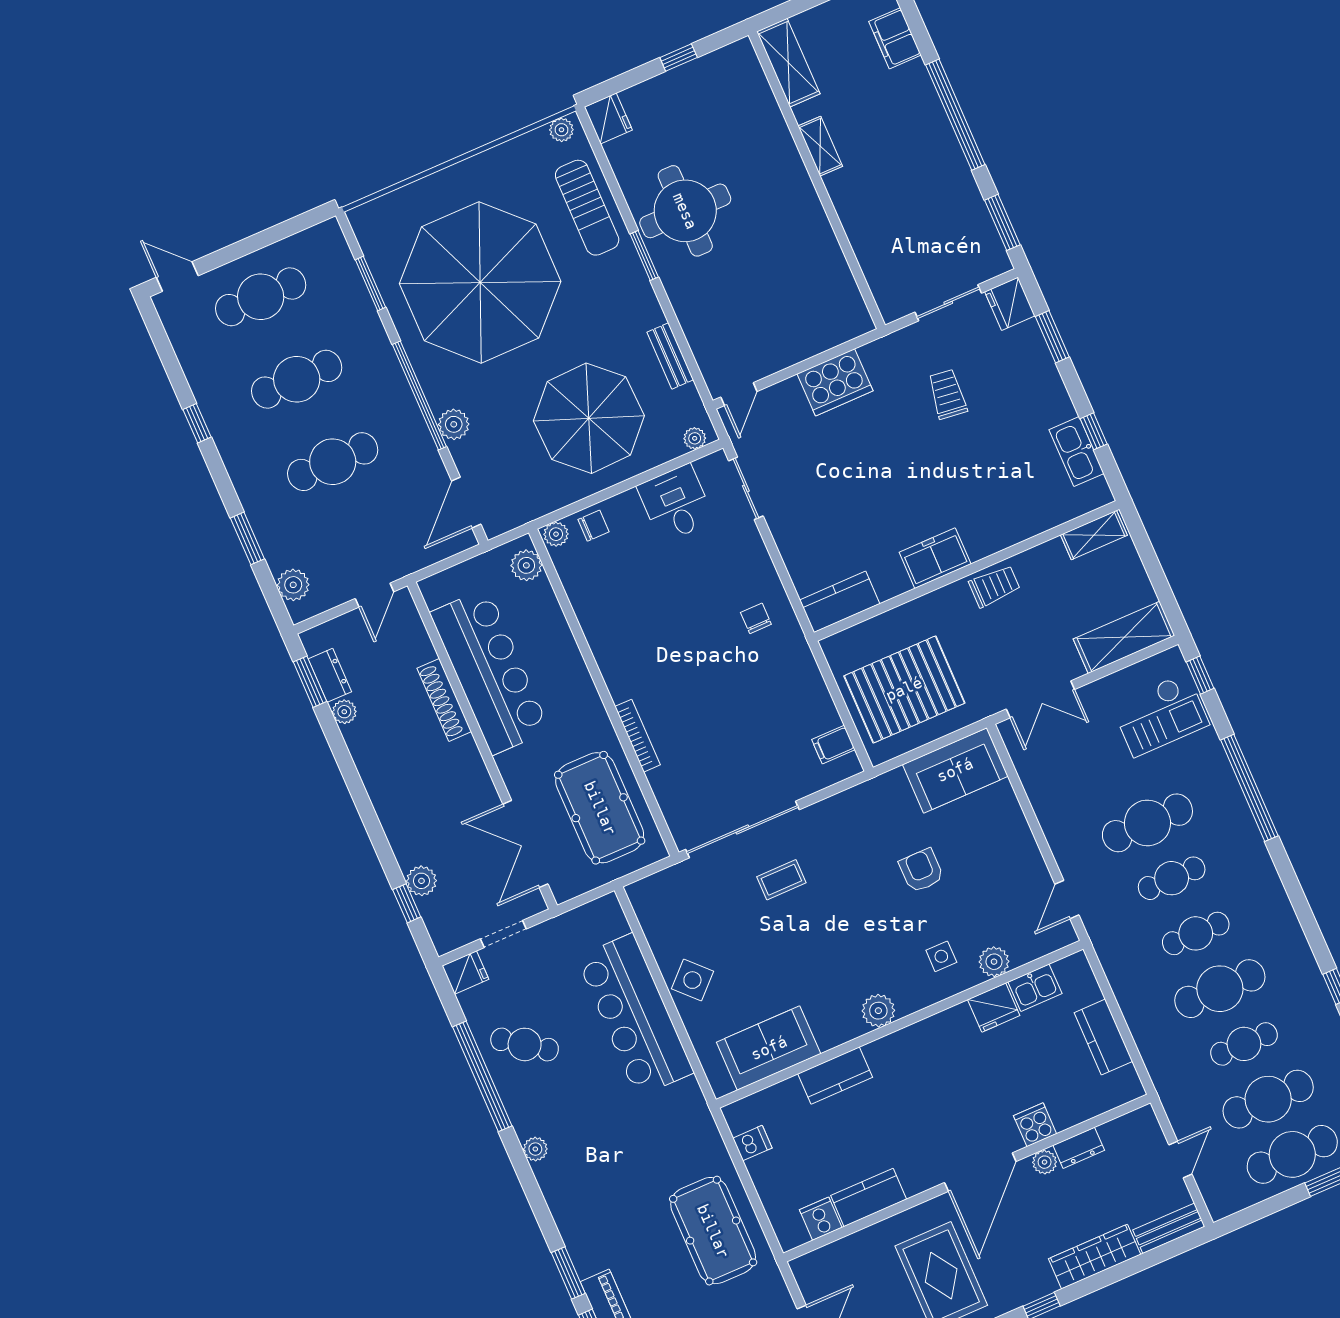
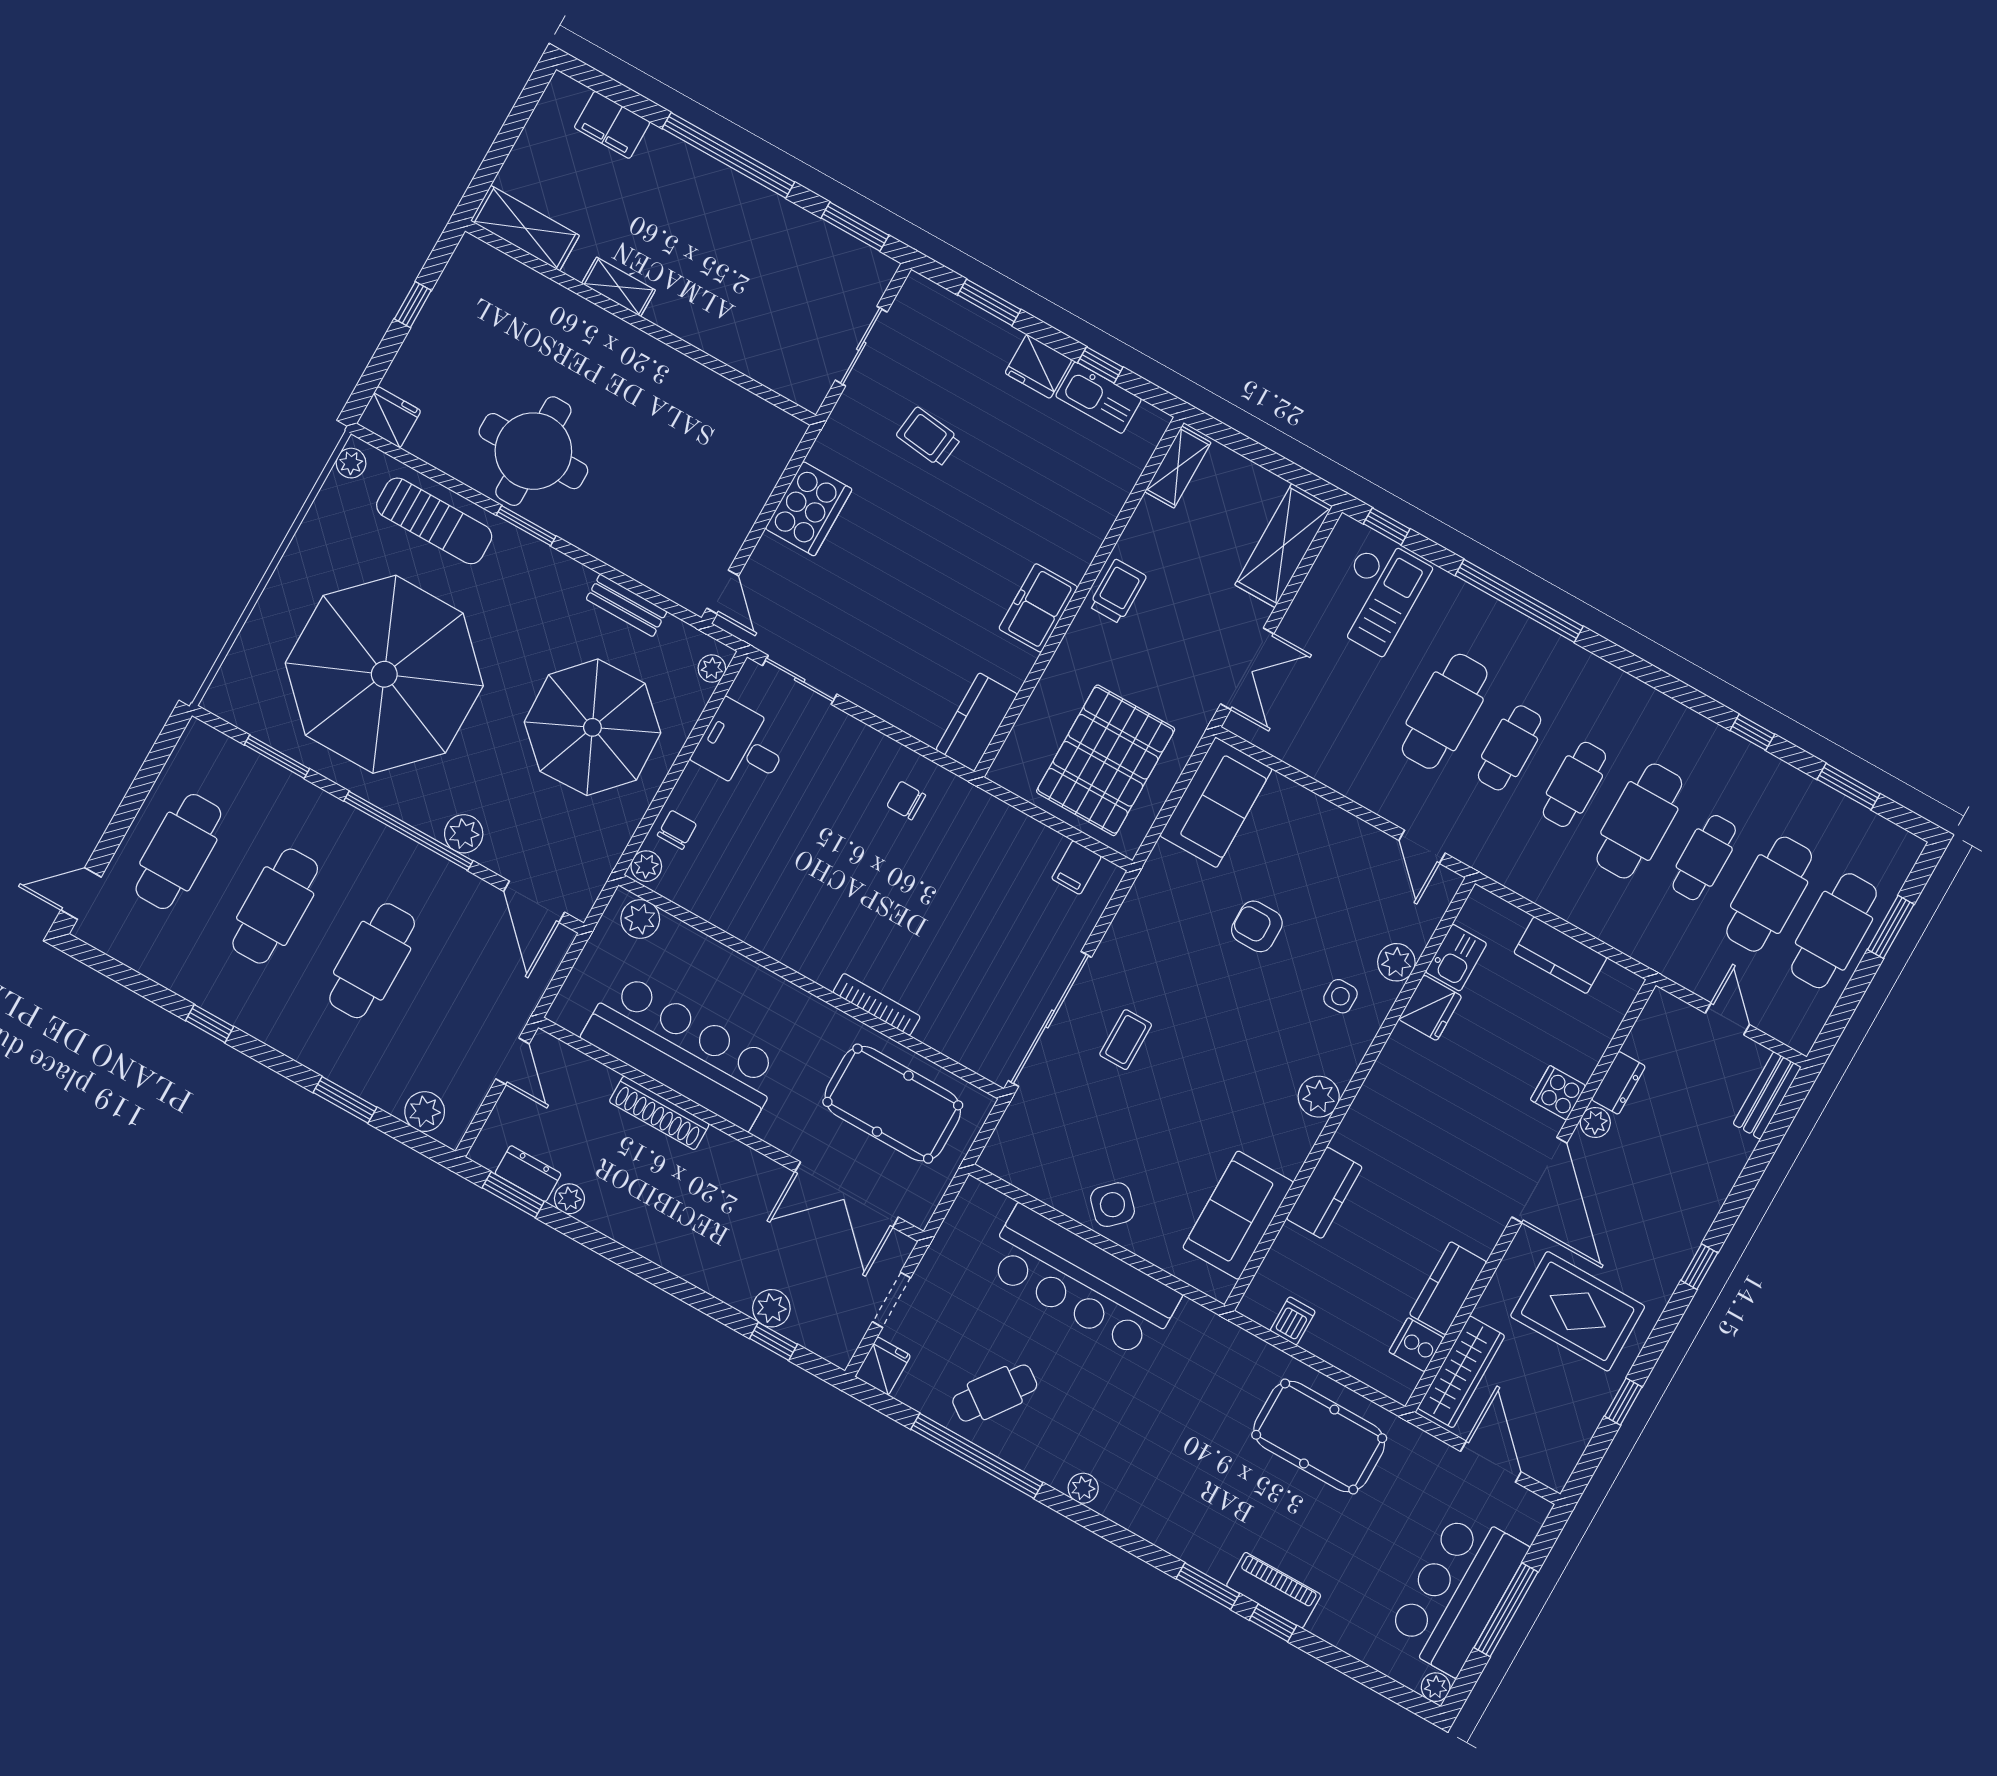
fridge: (1010, 304) -> (1038, 366), moved
wardrobe: (1095, 1257) -> (1461, 1372), moved, turned 180

